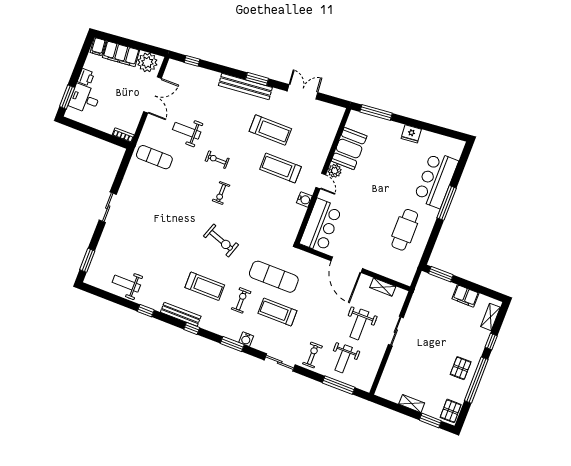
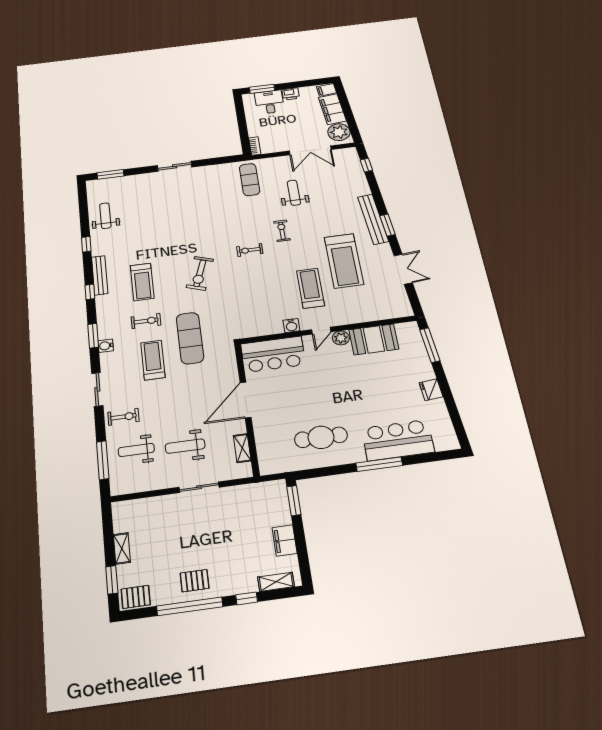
treadmill: (270, 130) -> (344, 261), width x1.37, depth x1.38

